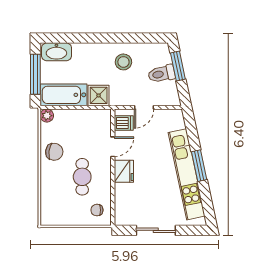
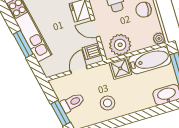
plant: (91, 121) -> (120, 45), added
door: (113, 147) -> (95, 29), hinge flipped
window: (199, 166) -> (23, 44), moved

